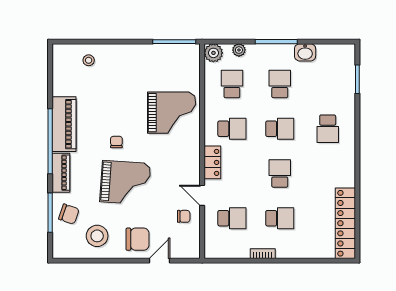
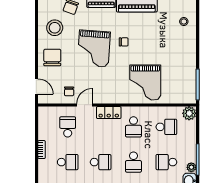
plant: (239, 50) -> (191, 167), moved
school desk: (280, 84) -> (166, 162), turned 180
school desk: (232, 218) -> (68, 127), turned 180
school desk: (280, 218) -> (68, 162), turned -90
chair: (137, 239) -> (52, 57), turned 180
door: (160, 261) -> (36, 86), moved

